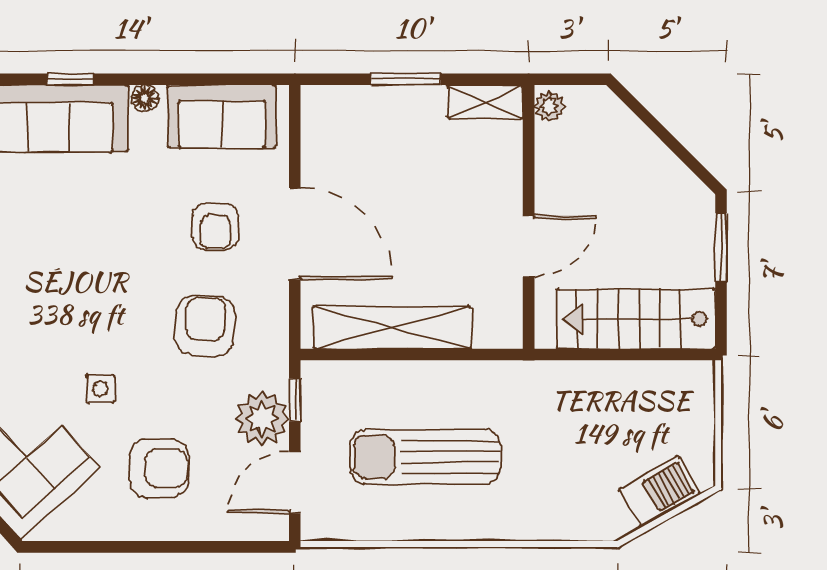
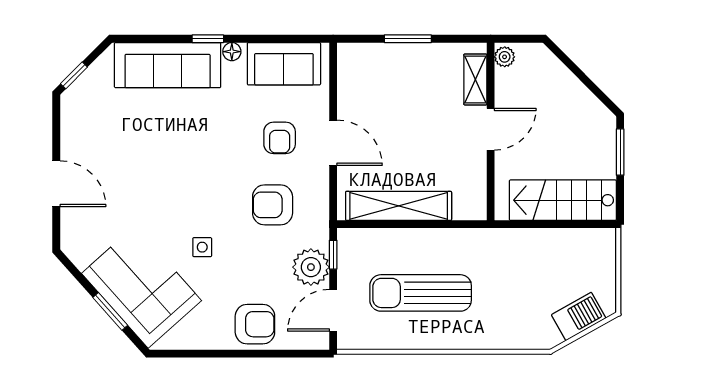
window: (70, 79) -> (208, 39), moved
shelving: (485, 102) -> (475, 79), moved, turned 90
door: (295, 234) -> (333, 143), width x0.73
door: (529, 246) -> (491, 129), moved
armchair: (205, 326) -> (273, 205), turned -94
armchair: (159, 468) -> (255, 324), moved

